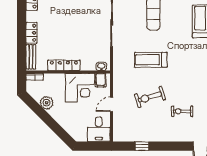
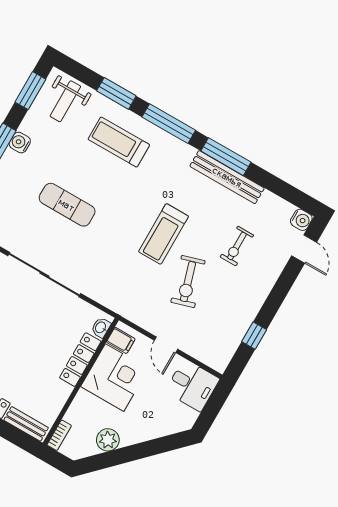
treadmill: (151, 60) -> (163, 234), moved
locker: (64, 65) -> (80, 360), moved

